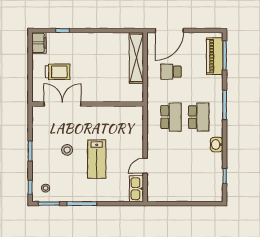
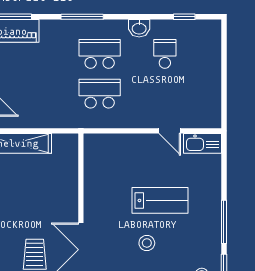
school desk: (171, 72) -> (165, 54), moved, turned 180

